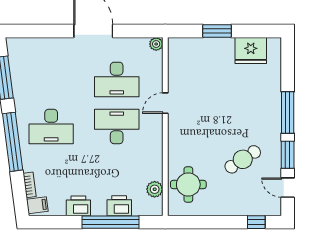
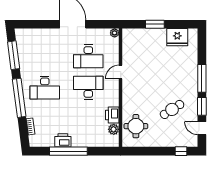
filing cabinet: (37, 205) -> (36, 140), removed
printer: (119, 206) -> (112, 115), moved, turned -90
window: (111, 222) -> (68, 151), moved

